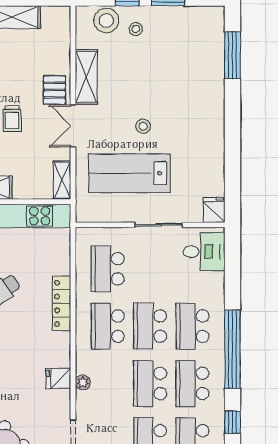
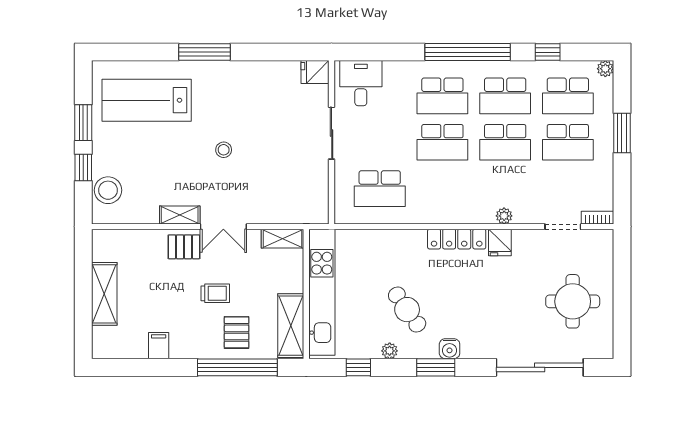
stool: (136, 29) -> (117, 158), removed
window: (232, 55) -> (204, 52), moved
shelving: (86, 77) -> (180, 215), width x0.67, depth x0.75
lab bench: (130, 173) -> (147, 100), moved, turned 90
locker: (62, 303) -> (457, 239), moved
school desk: (108, 326) -> (442, 189), removed

